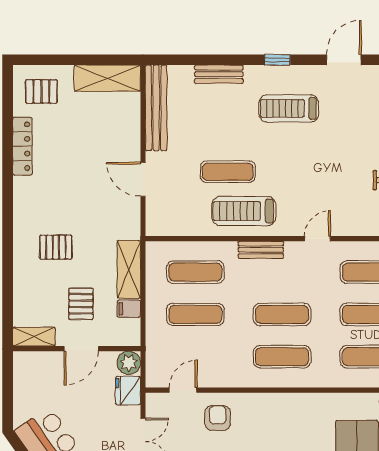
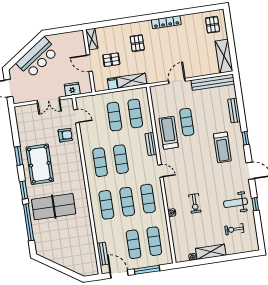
treadmill: (289, 108) -> (222, 147), turned 180
locker: (22, 146) -> (166, 22), moved
plant: (129, 363) -> (86, 87), removed

